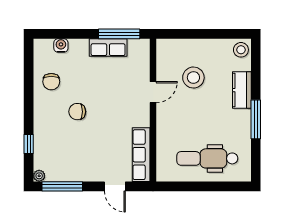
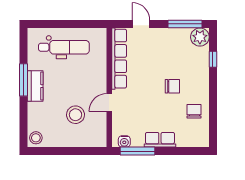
water cooler: (61, 45) -> (124, 141), moved
row of seats: (108, 48) -> (160, 140), moved
kitchen counter: (242, 90) -> (35, 86), moved
row of seats: (141, 155) -> (119, 59), width x1.36
plant: (39, 176) -> (200, 37), width x1.88, depth x1.88

